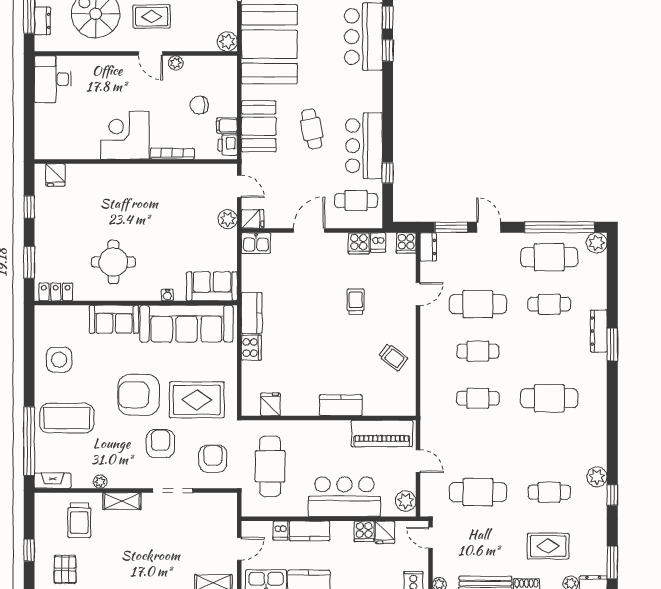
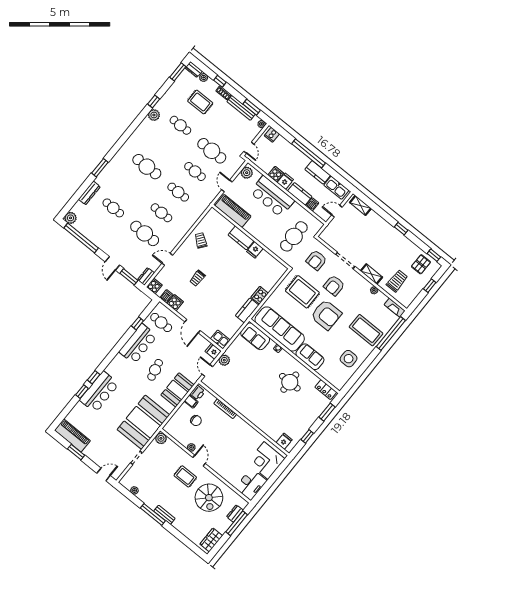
corner desk: (125, 135) -> (266, 461), moved, turned 90
door: (309, 230) -> (193, 326), hinge flipped
cafe table: (549, 257) -> (195, 171), moved, width x0.73, depth x0.74
dresser: (599, 331) -> (89, 193), moved
fridge: (270, 404) -> (255, 250), moved
fridge: (385, 532) -> (285, 181), moved

